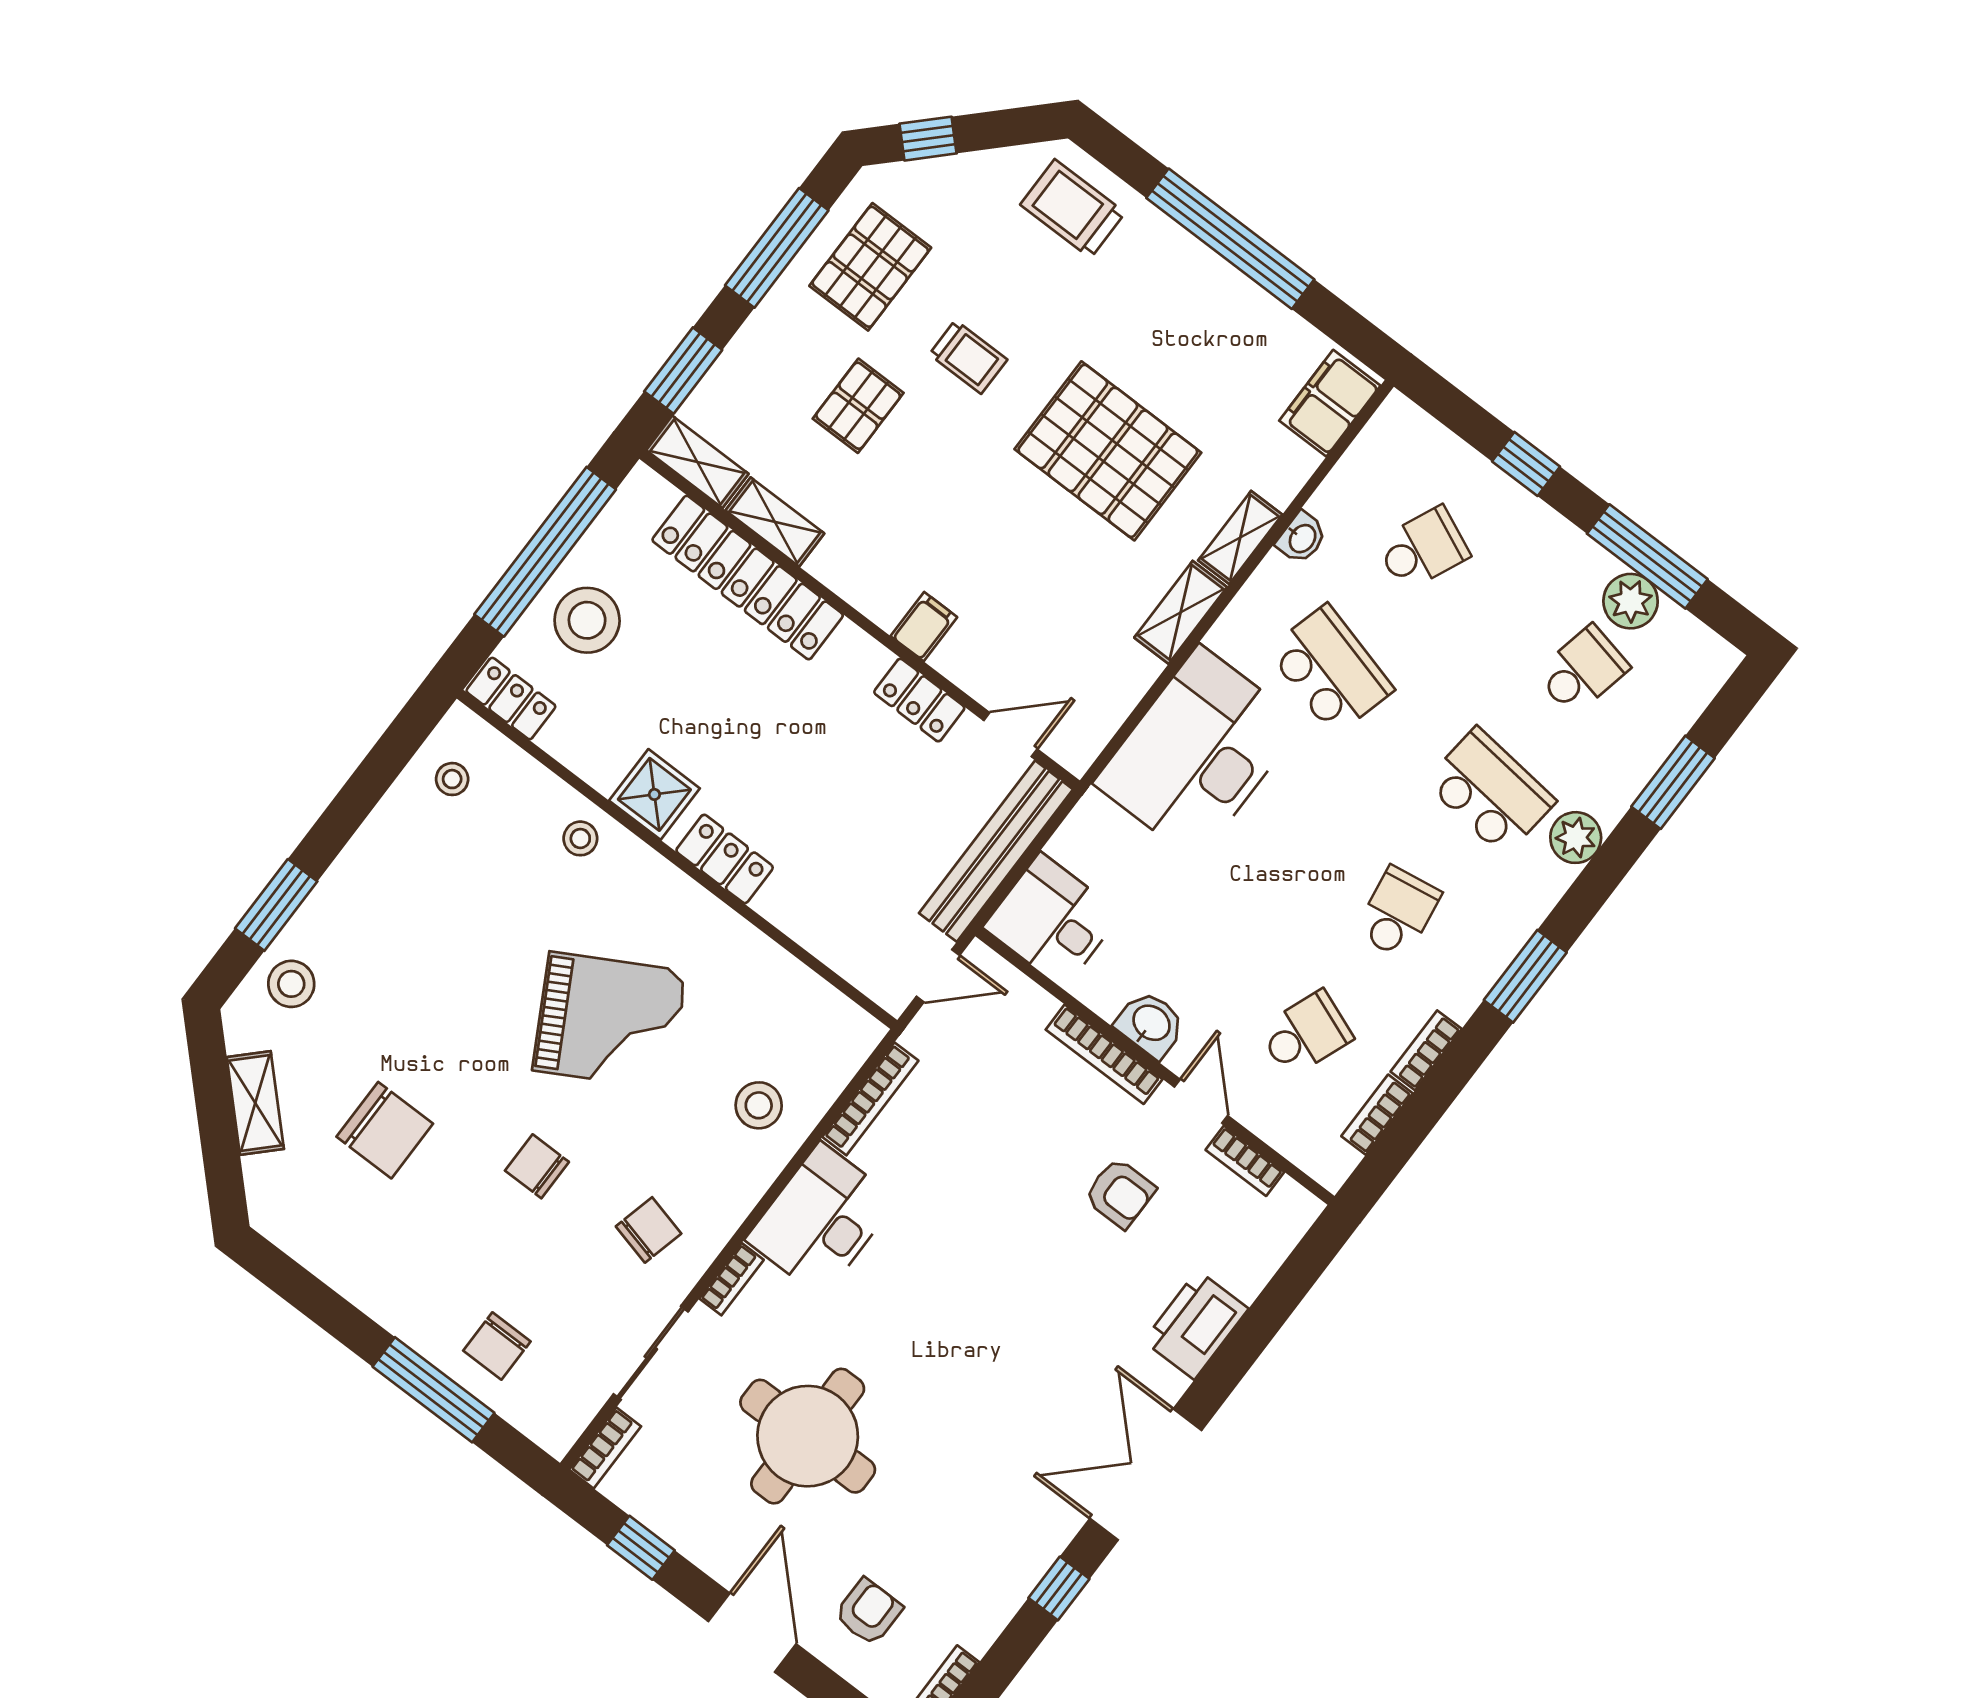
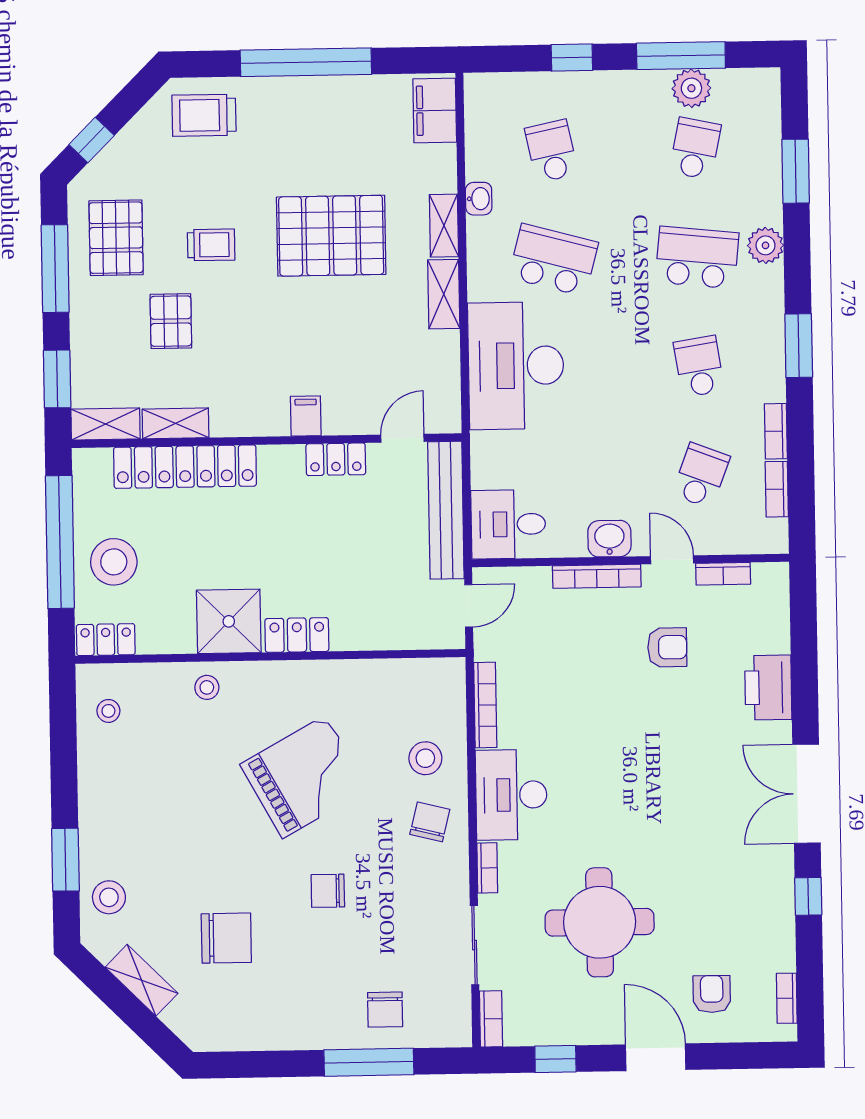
school desk: (1423, 549) -> (551, 151), turned -36
shower: (654, 794) -> (229, 621), width x1.36, depth x1.36
chair: (649, 1230) -> (430, 822), moved

